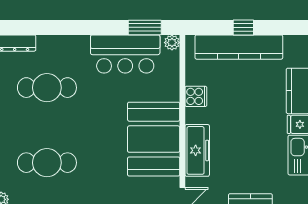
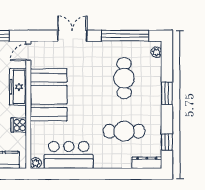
window: (145, 27) -> (55, 174), removed
cafe table: (47, 163) -> (124, 78), turned 90

